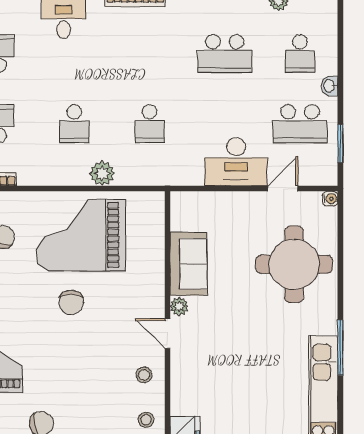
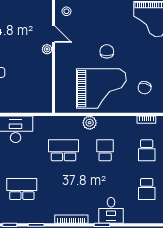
school desk: (149, 124) -> (63, 150), width x1.85
sofa: (188, 264) -> (42, 73), removed

